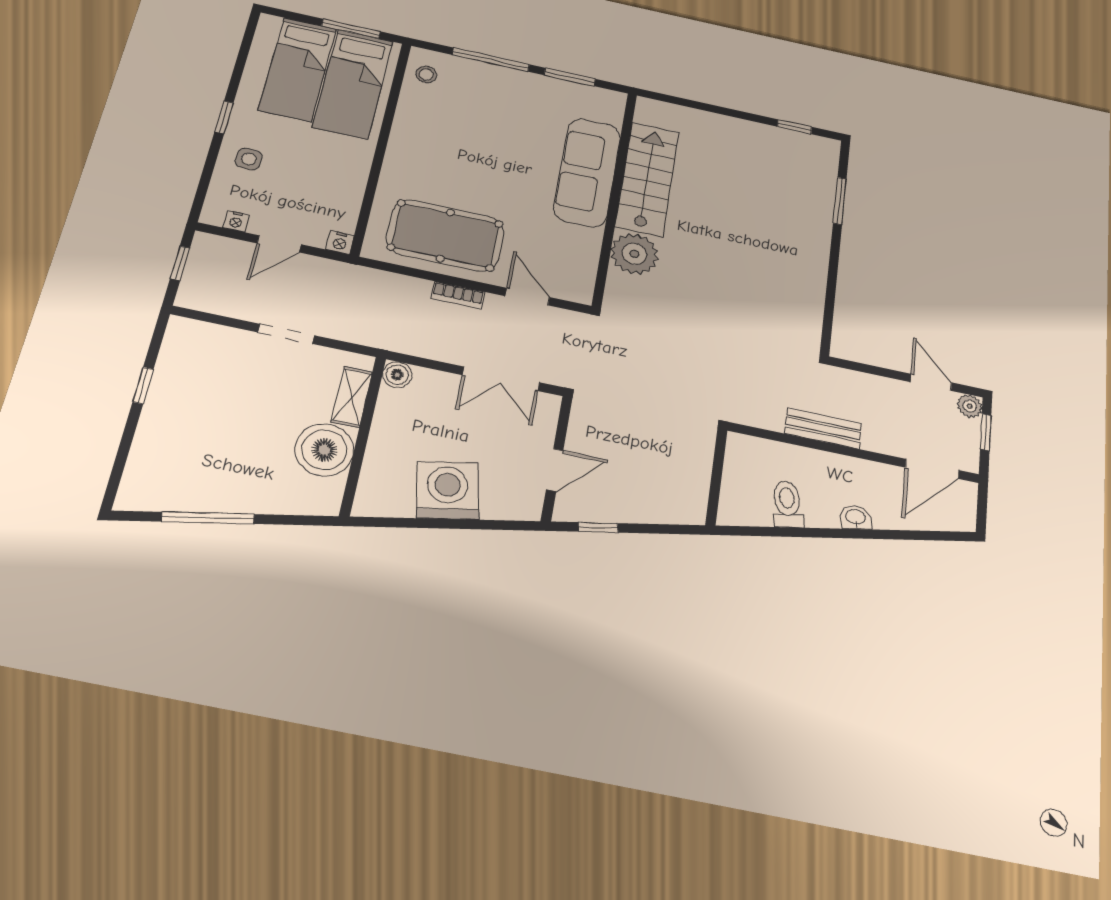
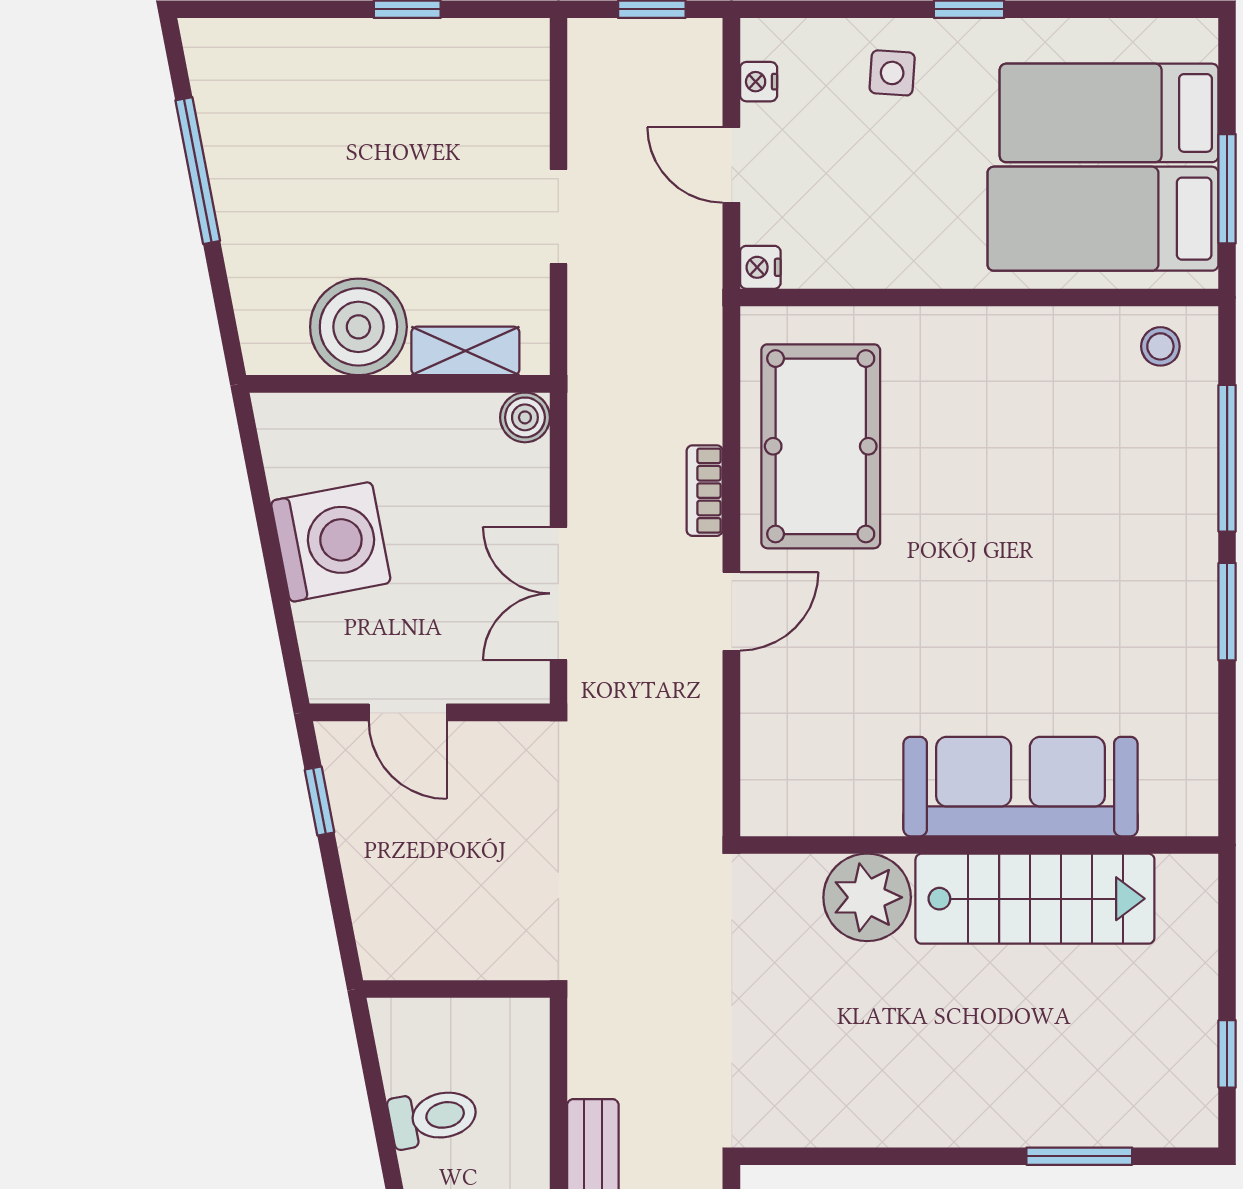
sofa: (587, 172) -> (1021, 787), moved
stairs: (647, 179) -> (1035, 899), moved
wall: (615, 197) -> (979, 845), moved
plant: (634, 254) -> (867, 897), moved

